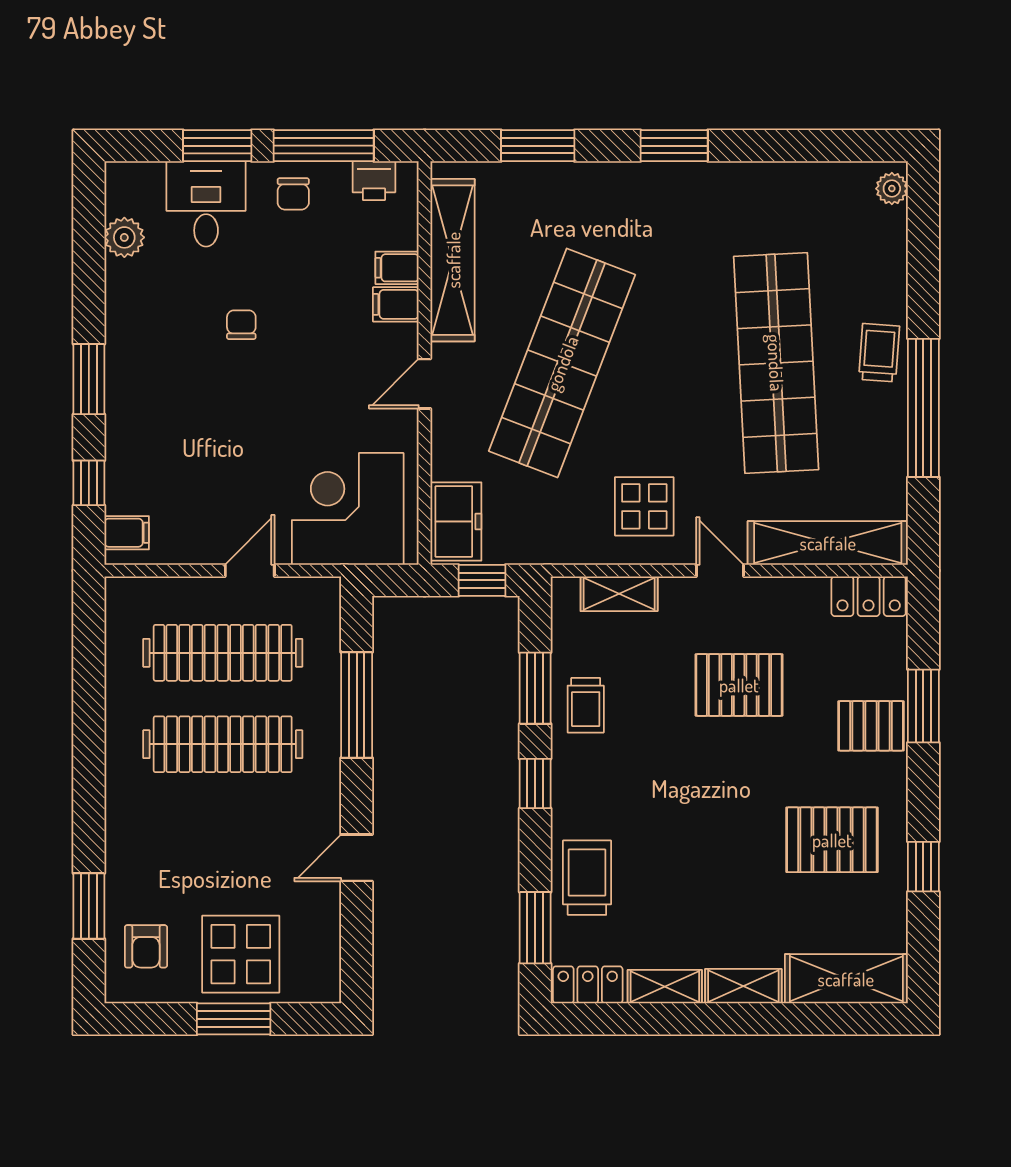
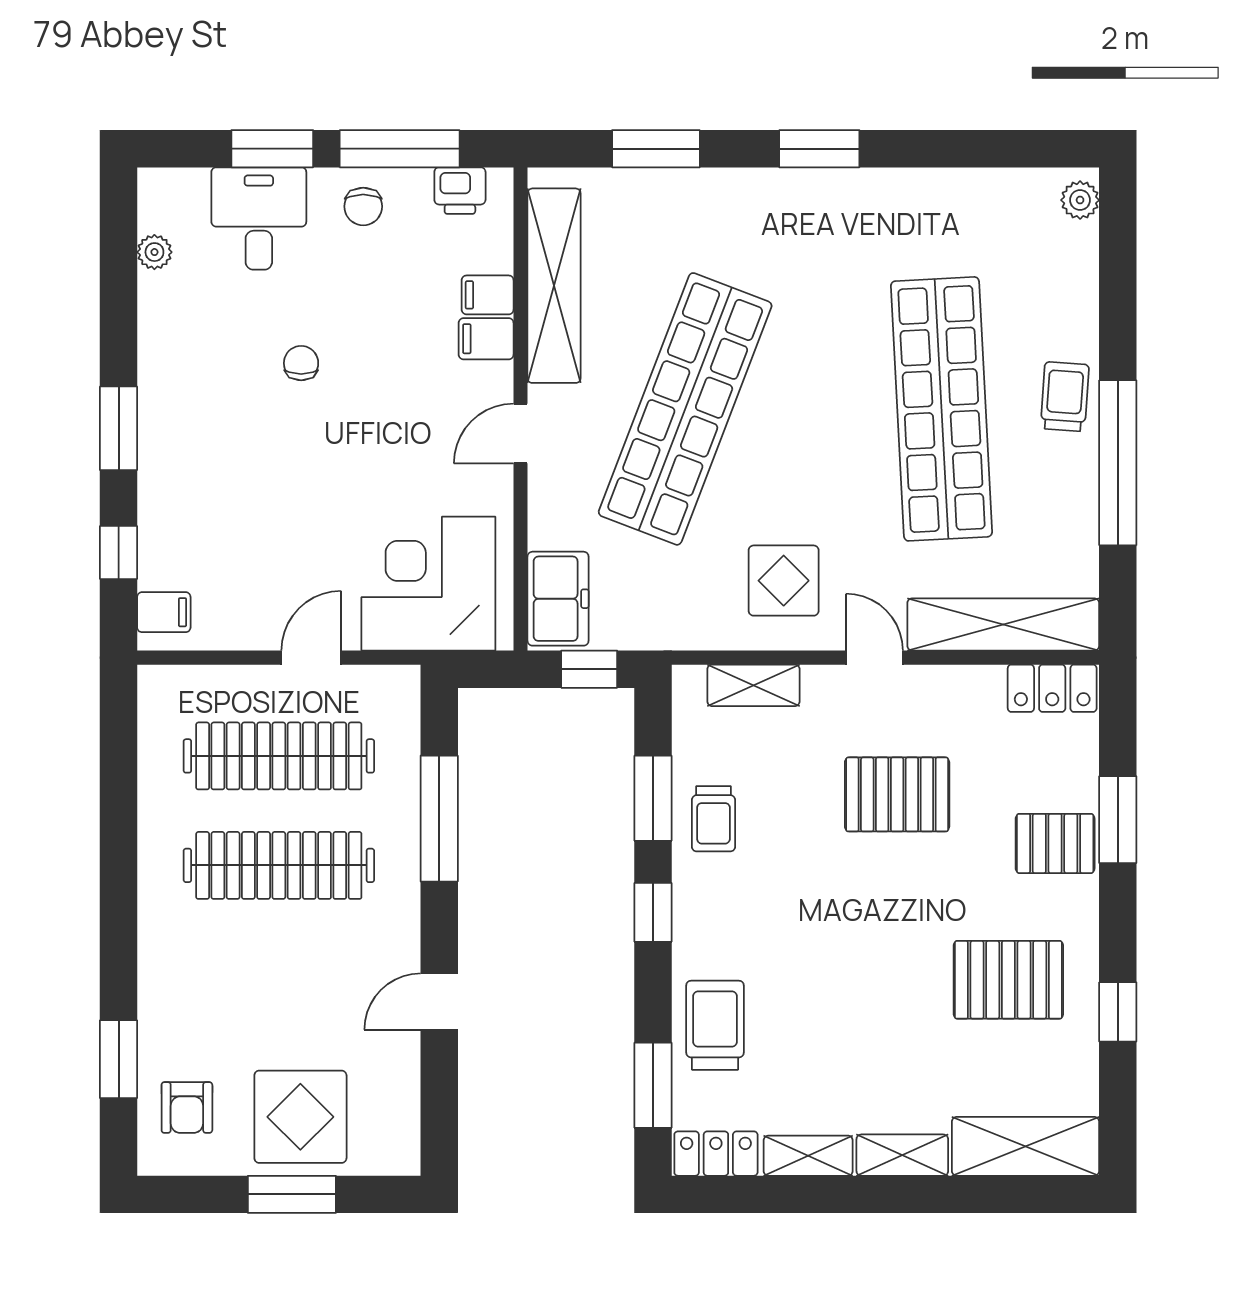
plant: (124, 237) -> (154, 252), width x0.73, depth x0.73

